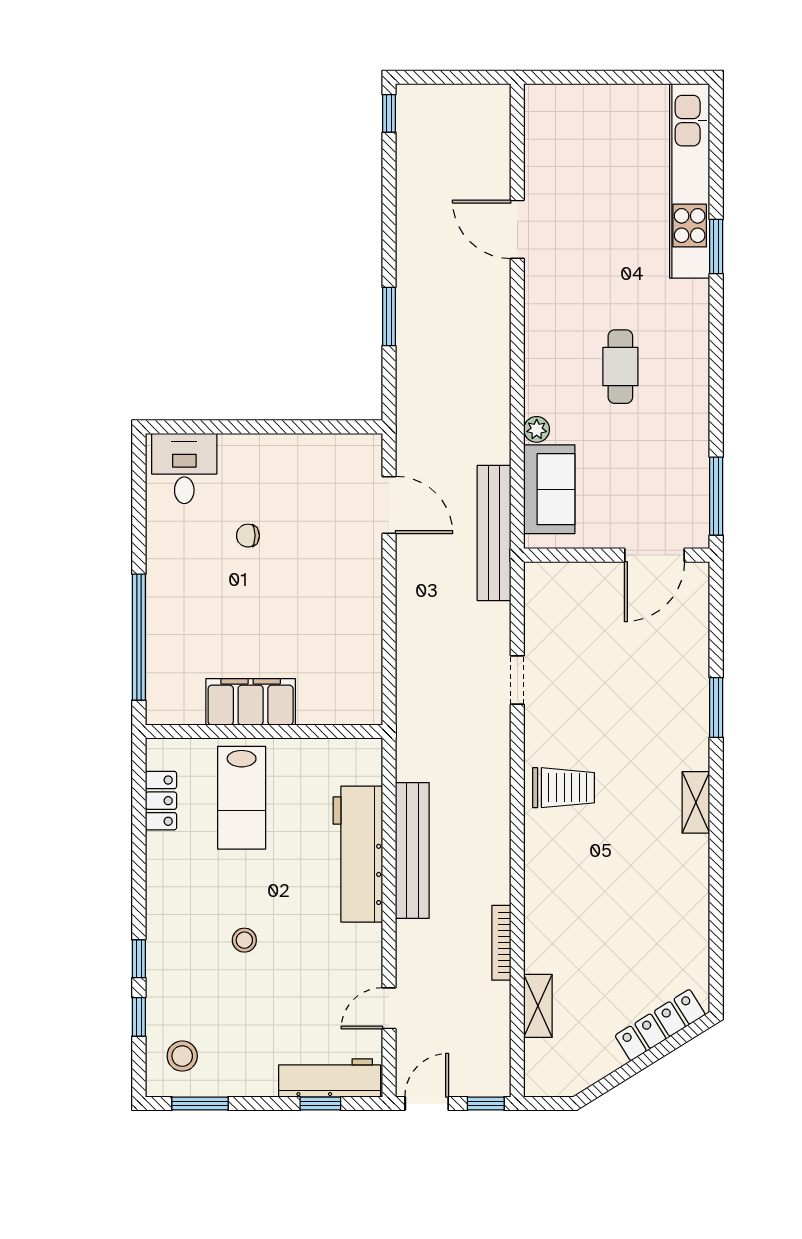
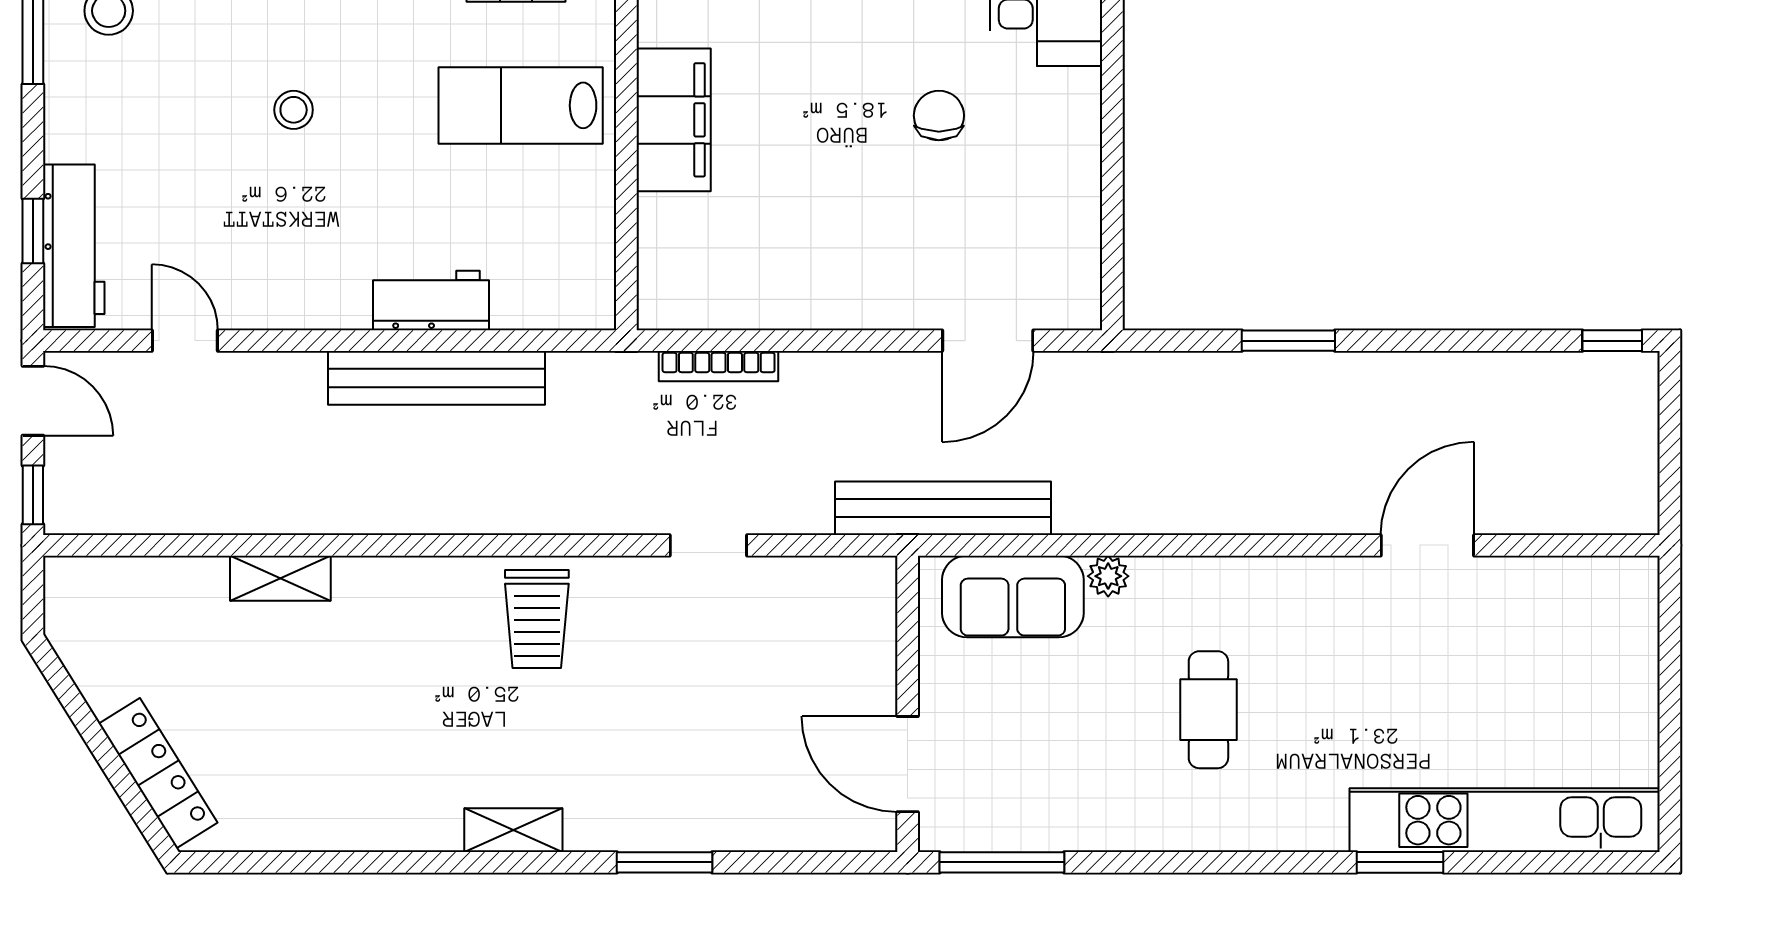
cafe table: (620, 367) -> (1208, 710), turned 90
chair: (248, 536) -> (939, 116), width x1.37, depth x1.37
workbench: (358, 854) -> (431, 301), width x0.53, depth x0.76
bookcase: (501, 943) -> (719, 366), moved, turned 180
shelving: (538, 1006) -> (280, 578), moved

